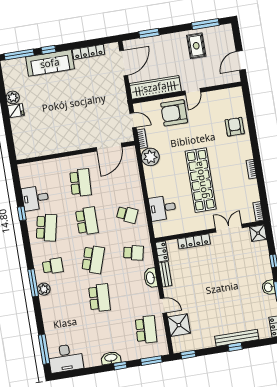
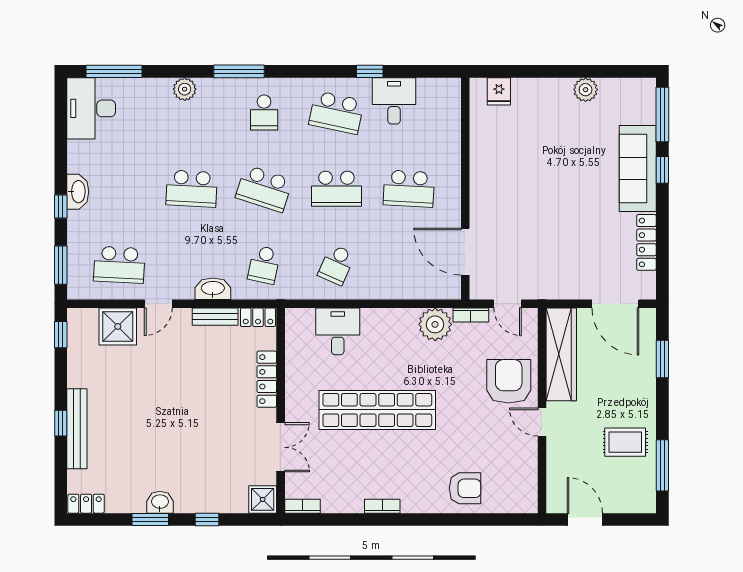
fridge: (16, 111) -> (499, 91), moved
door: (133, 120) -> (508, 304), hinge flipped
plant: (44, 289) -> (185, 89), moved

